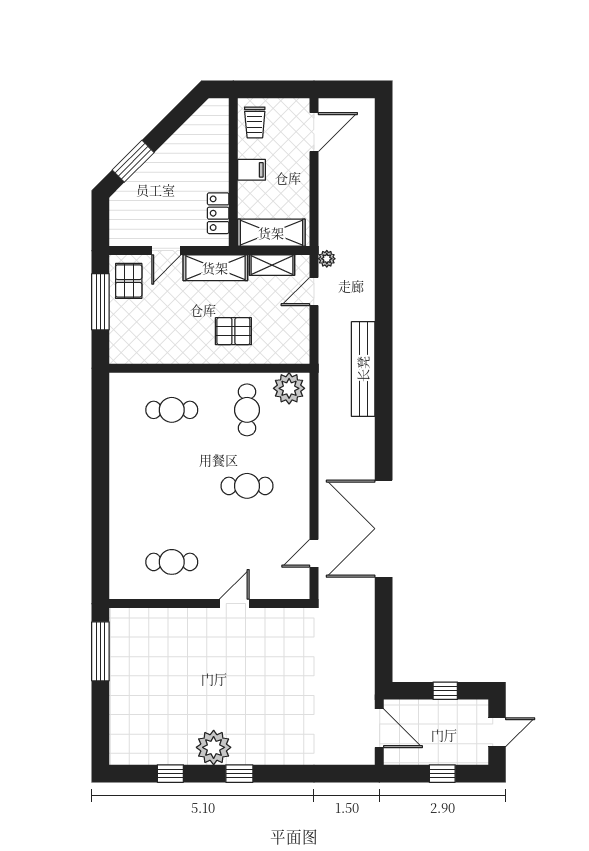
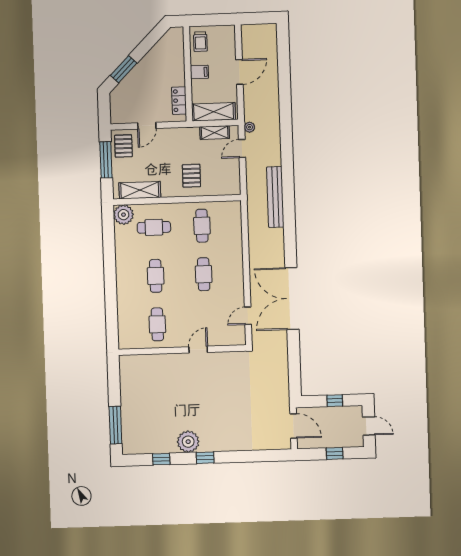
door: (314, 132) -> (239, 72), moved
shelving: (215, 268) -> (140, 190), moved
pallet: (233, 331) -> (191, 176), turned 90
plant: (289, 388) -> (123, 215), moved
cafe table: (172, 486) -> (156, 276), added
cafe table: (247, 486) -> (204, 274), turned 90
cafe table: (172, 562) -> (157, 324), turned 90
window: (100, 651) -> (115, 425), moved
door: (497, 732) -> (369, 426), hinge flipped

